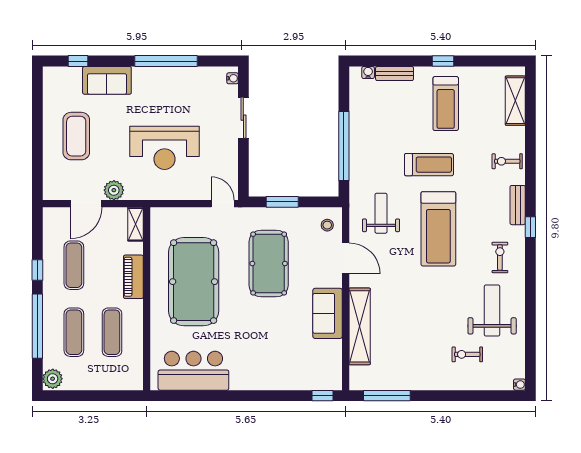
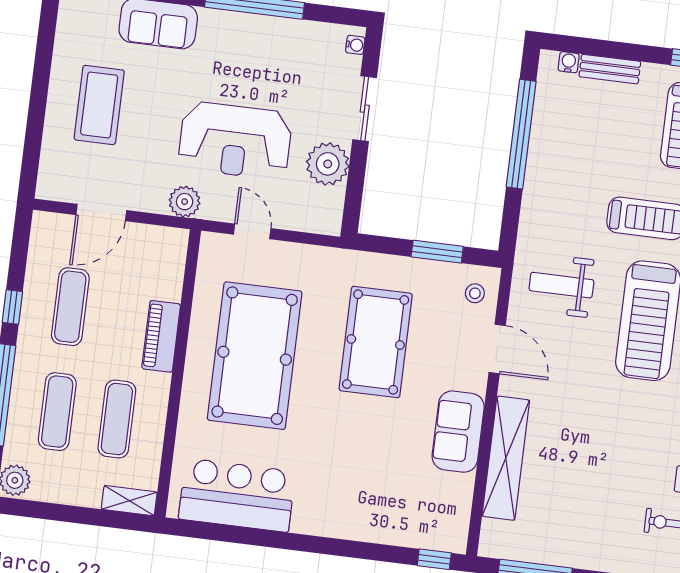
window: (344, 146) -> (521, 134), moved
plant: (225, 155) -> (328, 164), added
plant: (114, 190) -> (185, 202), moved
window: (282, 202) -> (437, 252), moved
door: (223, 204) -> (252, 231), moved
weight bench: (381, 213) -> (561, 285), turned -90
shelving: (135, 224) -> (129, 501), moved, turned 90

